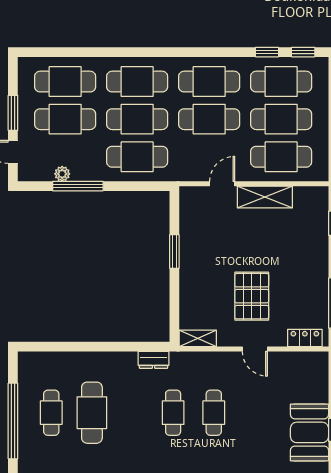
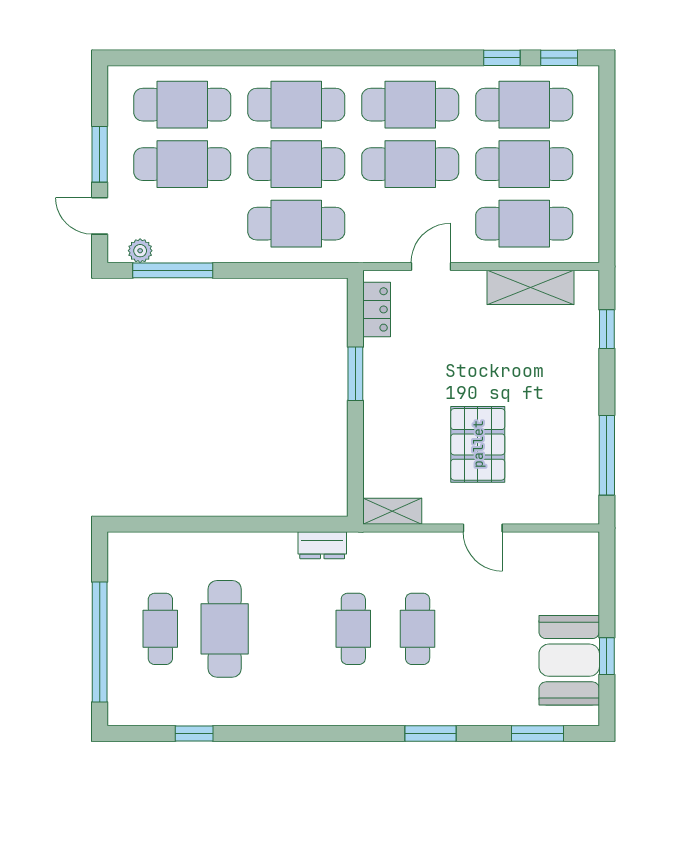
plant: (62, 174) -> (140, 251), moved
window: (78, 186) -> (173, 270), moved
shelving: (265, 197) -> (531, 287), moved
locker: (305, 338) -> (377, 309), moved, turned 90

